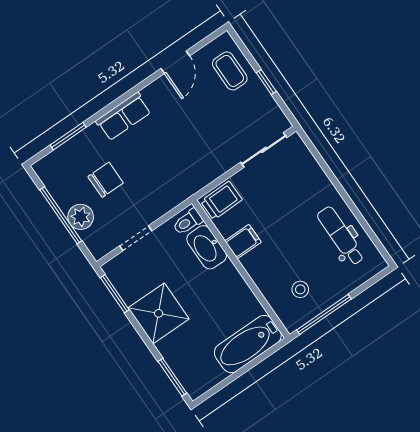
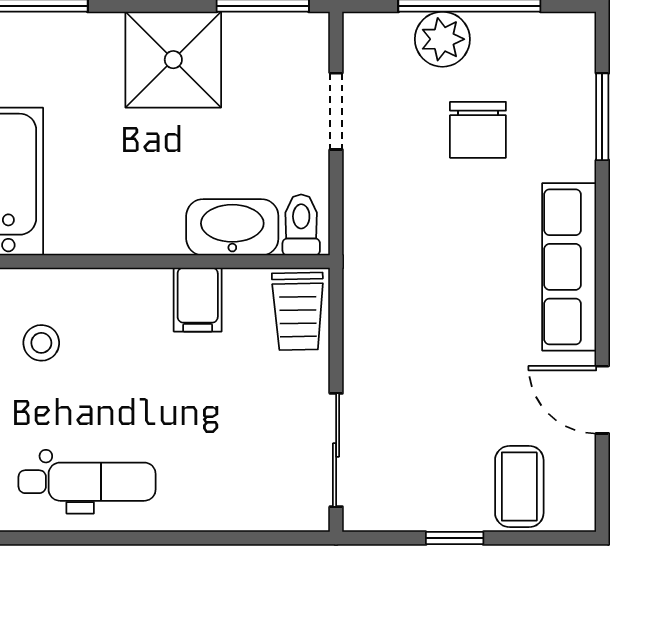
coffee table: (230, 71) -> (519, 487), turned 90
row of seats: (123, 117) -> (569, 267), width x1.48

